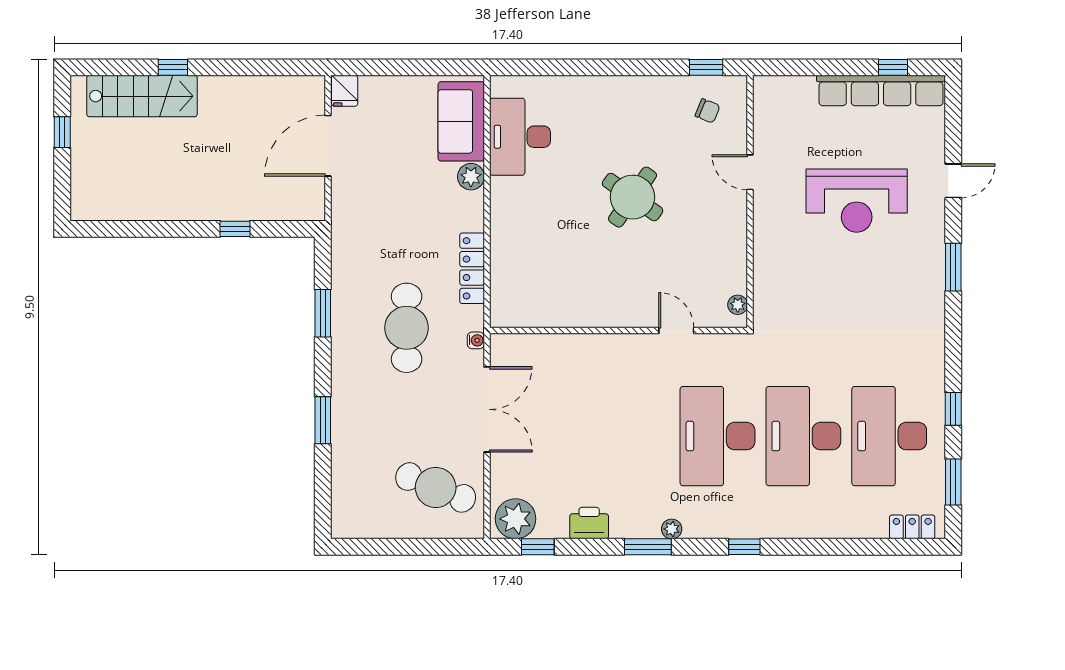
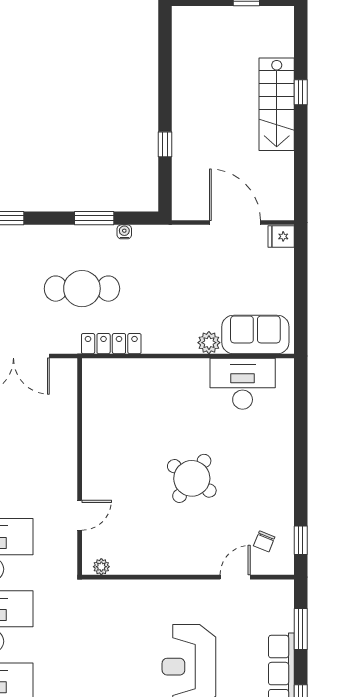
window: (812, 67) -> (301, 629), added
stairs: (142, 96) -> (277, 104), moved
door: (750, 172) -> (235, 577), moved
locker: (472, 268) -> (111, 344), moved
water cooler: (476, 340) -> (124, 232), moved, turned 180

